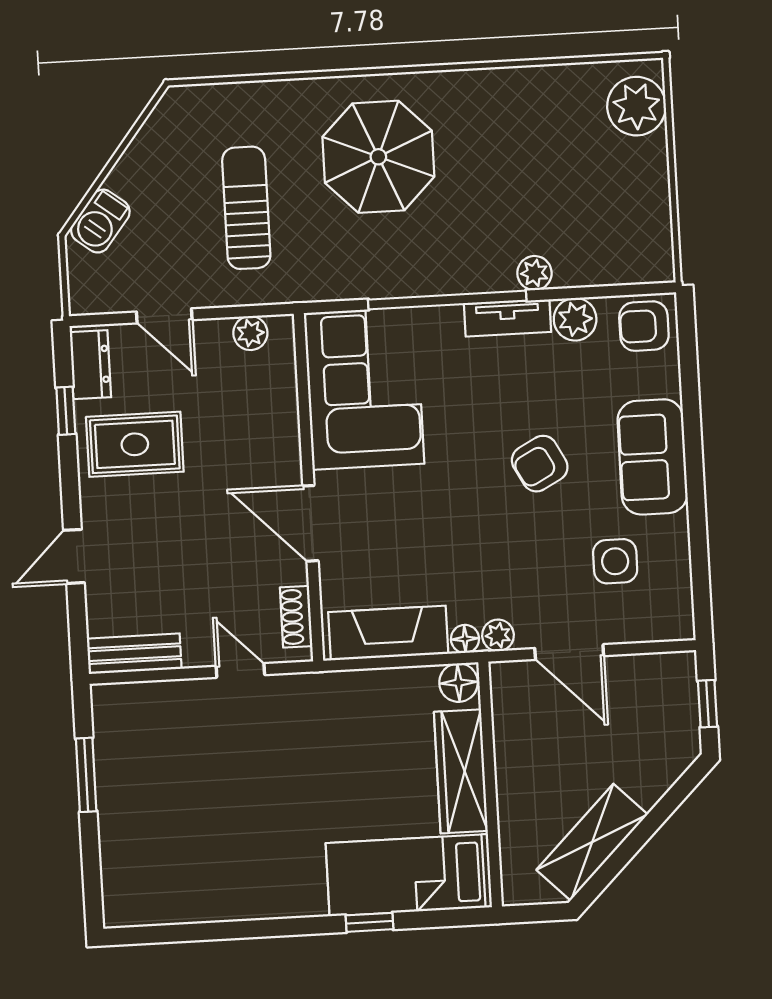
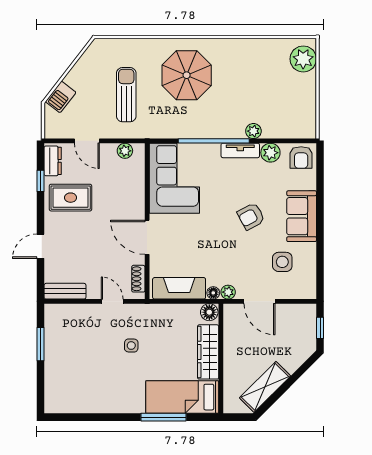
armchair: (644, 326) -> (301, 157), turned -90
side table: (289, 767) -> (131, 346), added
window: (370, 922) -> (164, 417), width x2.17

